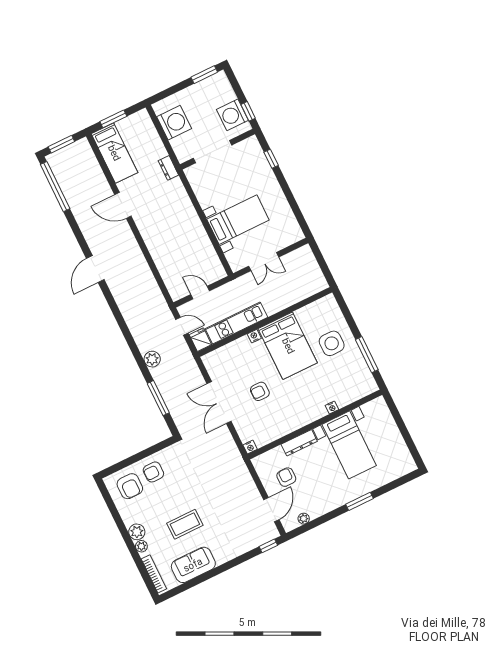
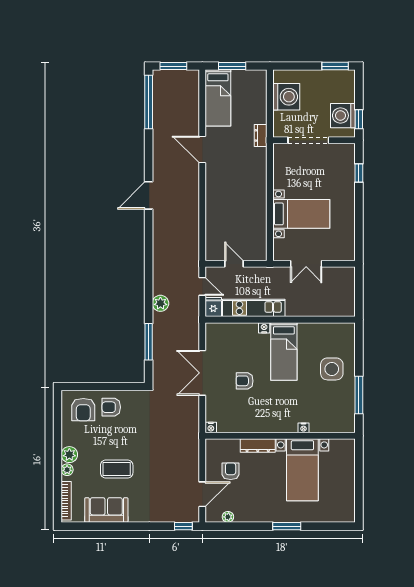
bed: (288, 346) -> (284, 352), width x0.67

